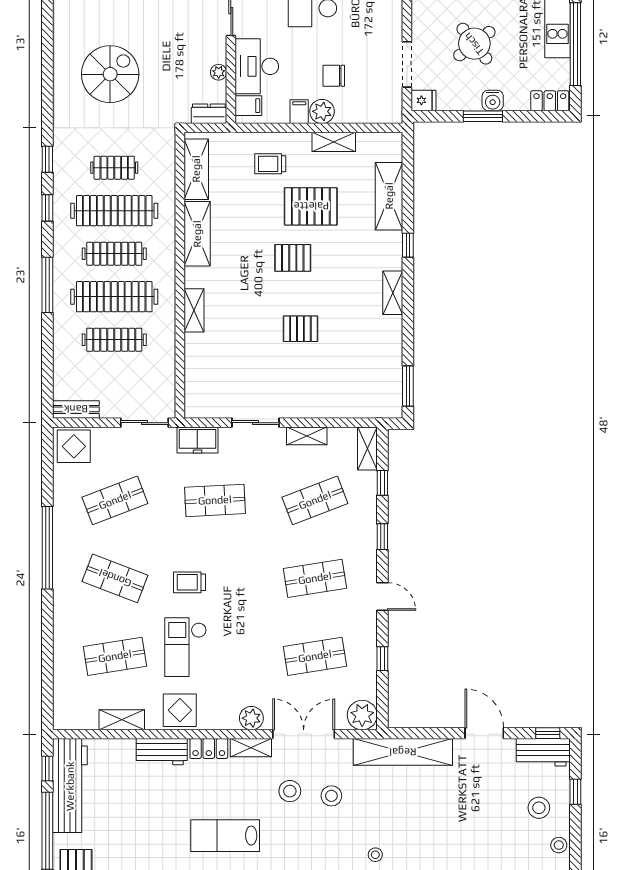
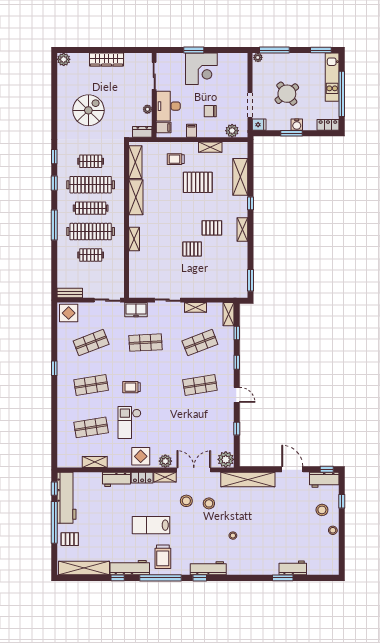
plant: (322, 111) -> (232, 131), moved
pallet: (293, 258) -> (212, 228), moved
clothes rail: (114, 340) -> (91, 255), width x0.73
window: (47, 548) -> (54, 368), width x0.32
shop shelf: (115, 578) -> (91, 385), turned -30
shop shelf: (315, 656) -> (200, 427), removed
display table: (180, 710) -> (141, 456), moved

